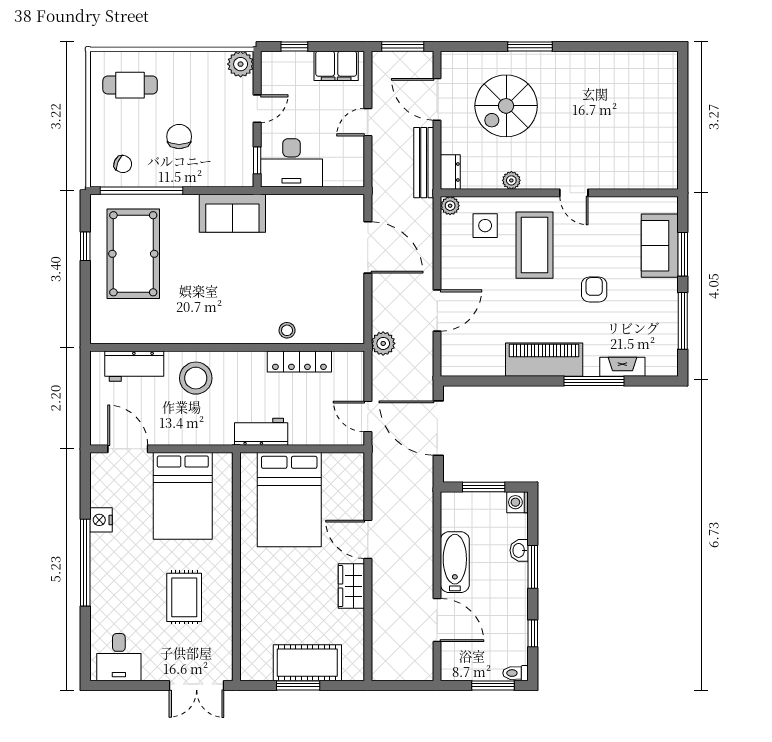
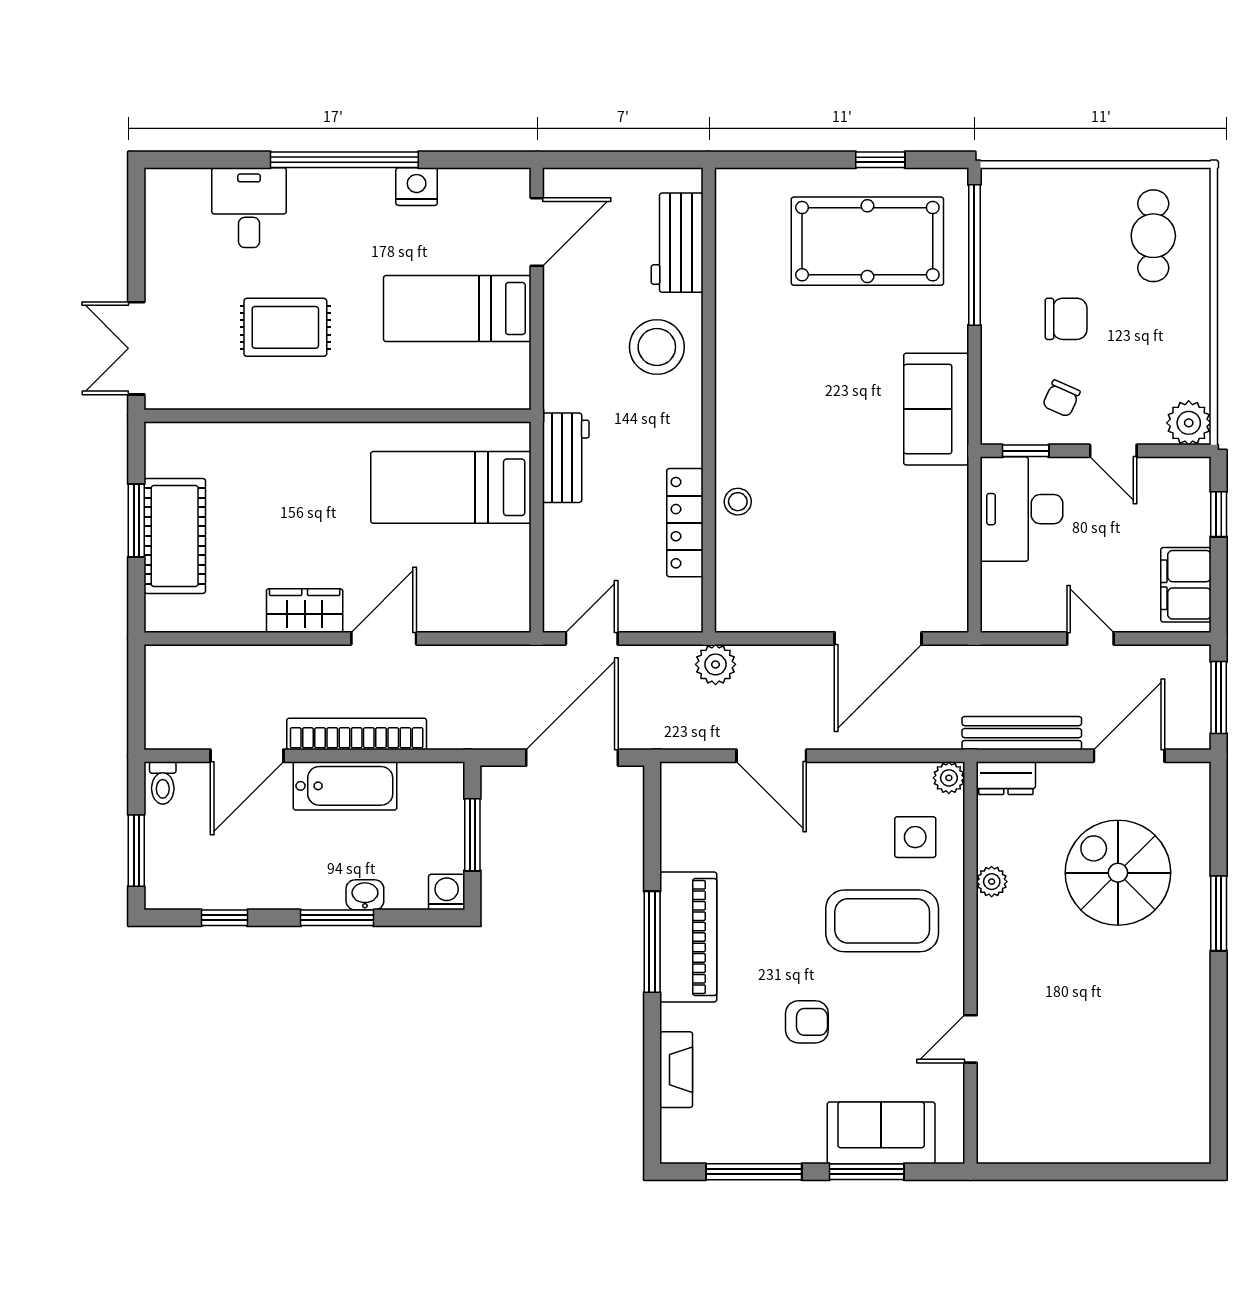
chair: (123, 164) -> (1061, 398), moved
door: (574, 193) -> (971, 1039), moved
window: (594, 381) -> (652, 942), moved
bed: (183, 496) -> (457, 309), width x0.67
bed: (289, 500) -> (451, 487), width x0.67
bookcase: (424, 555) -> (357, 734), added
desk: (119, 657) -> (249, 208), moved, turned 90
toilet: (516, 673) -> (163, 783), moved, turned 180

